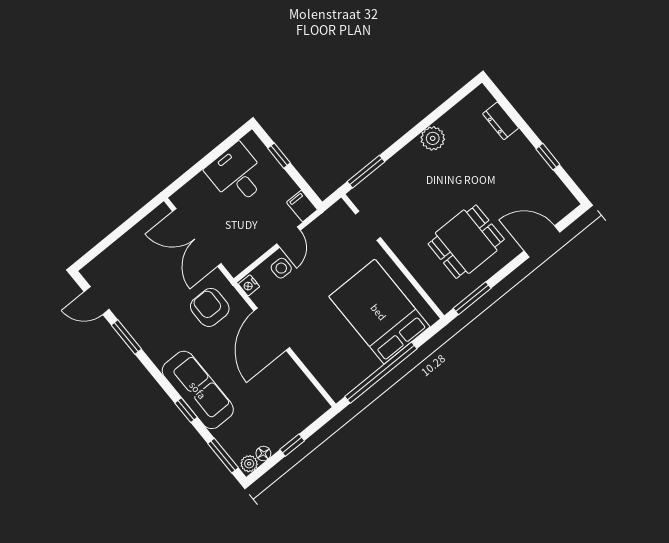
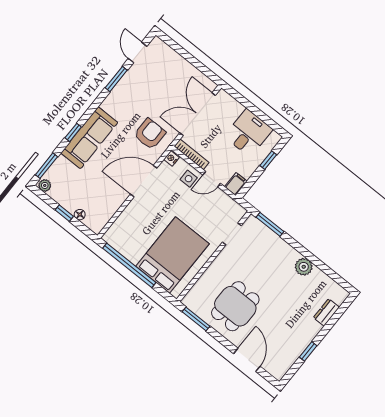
dining table: (466, 242) -> (235, 306), turned 90
bookcase: (249, 257) -> (192, 154), added
floor lamp: (263, 453) -> (80, 215), moved

